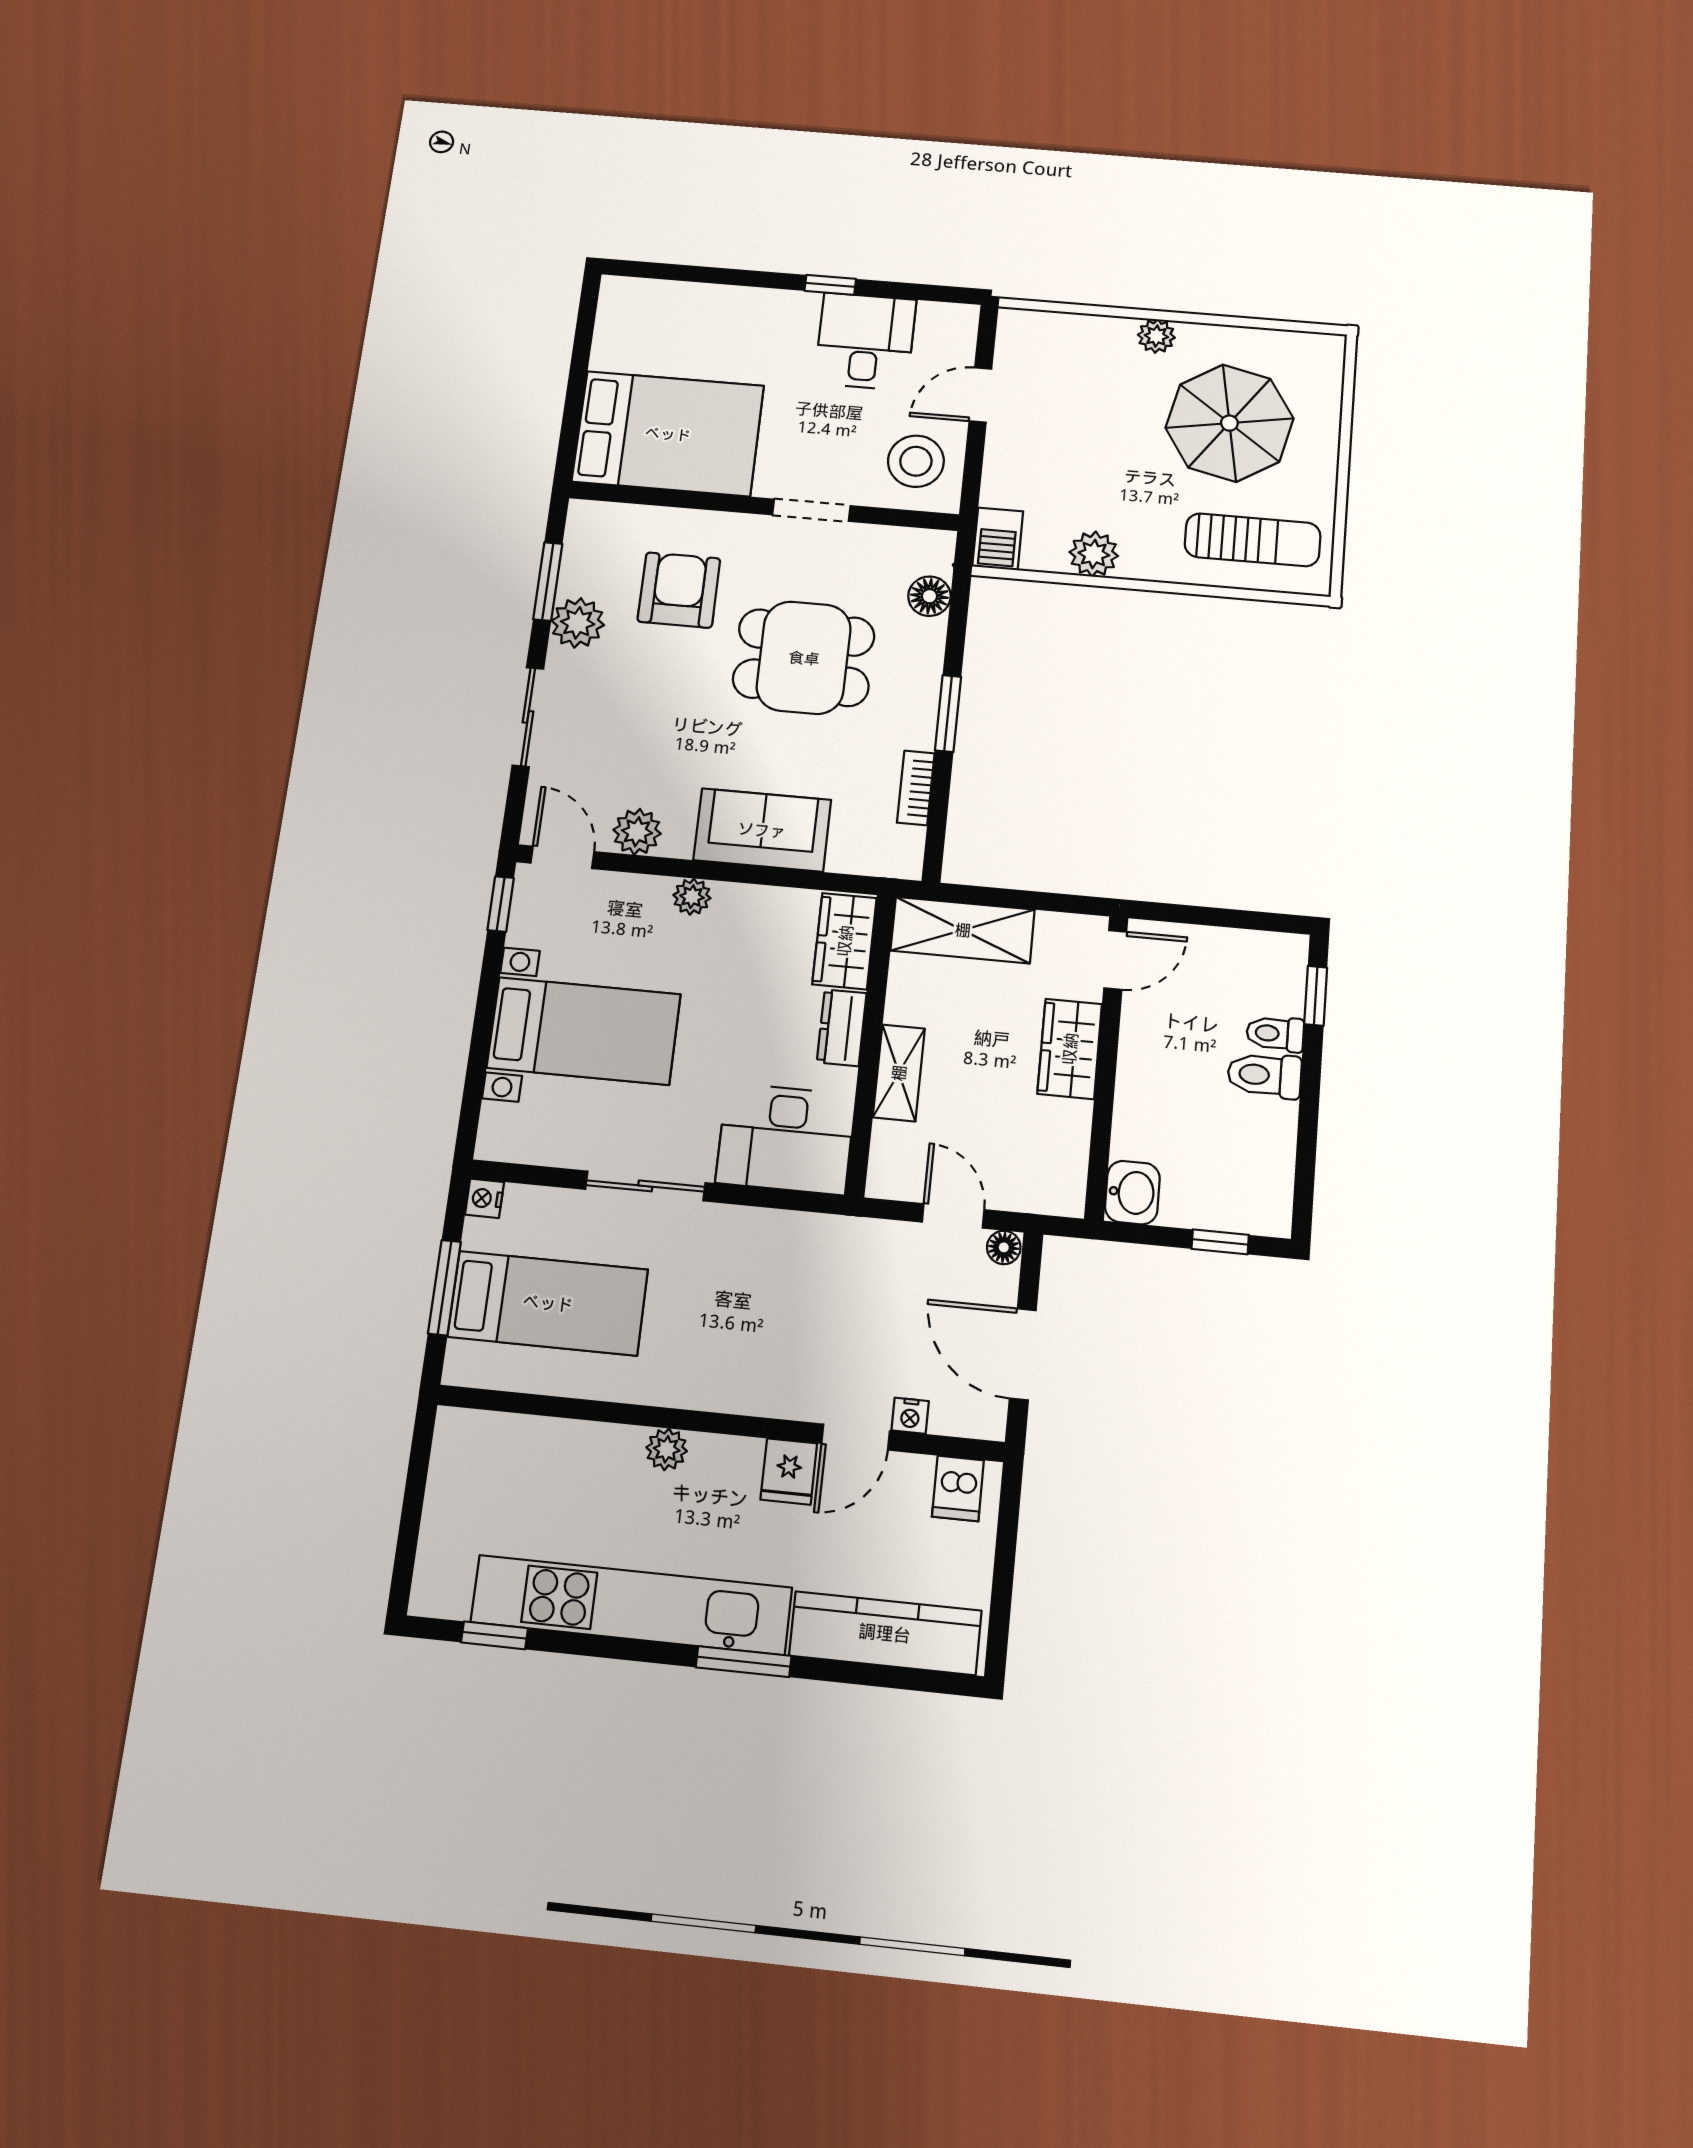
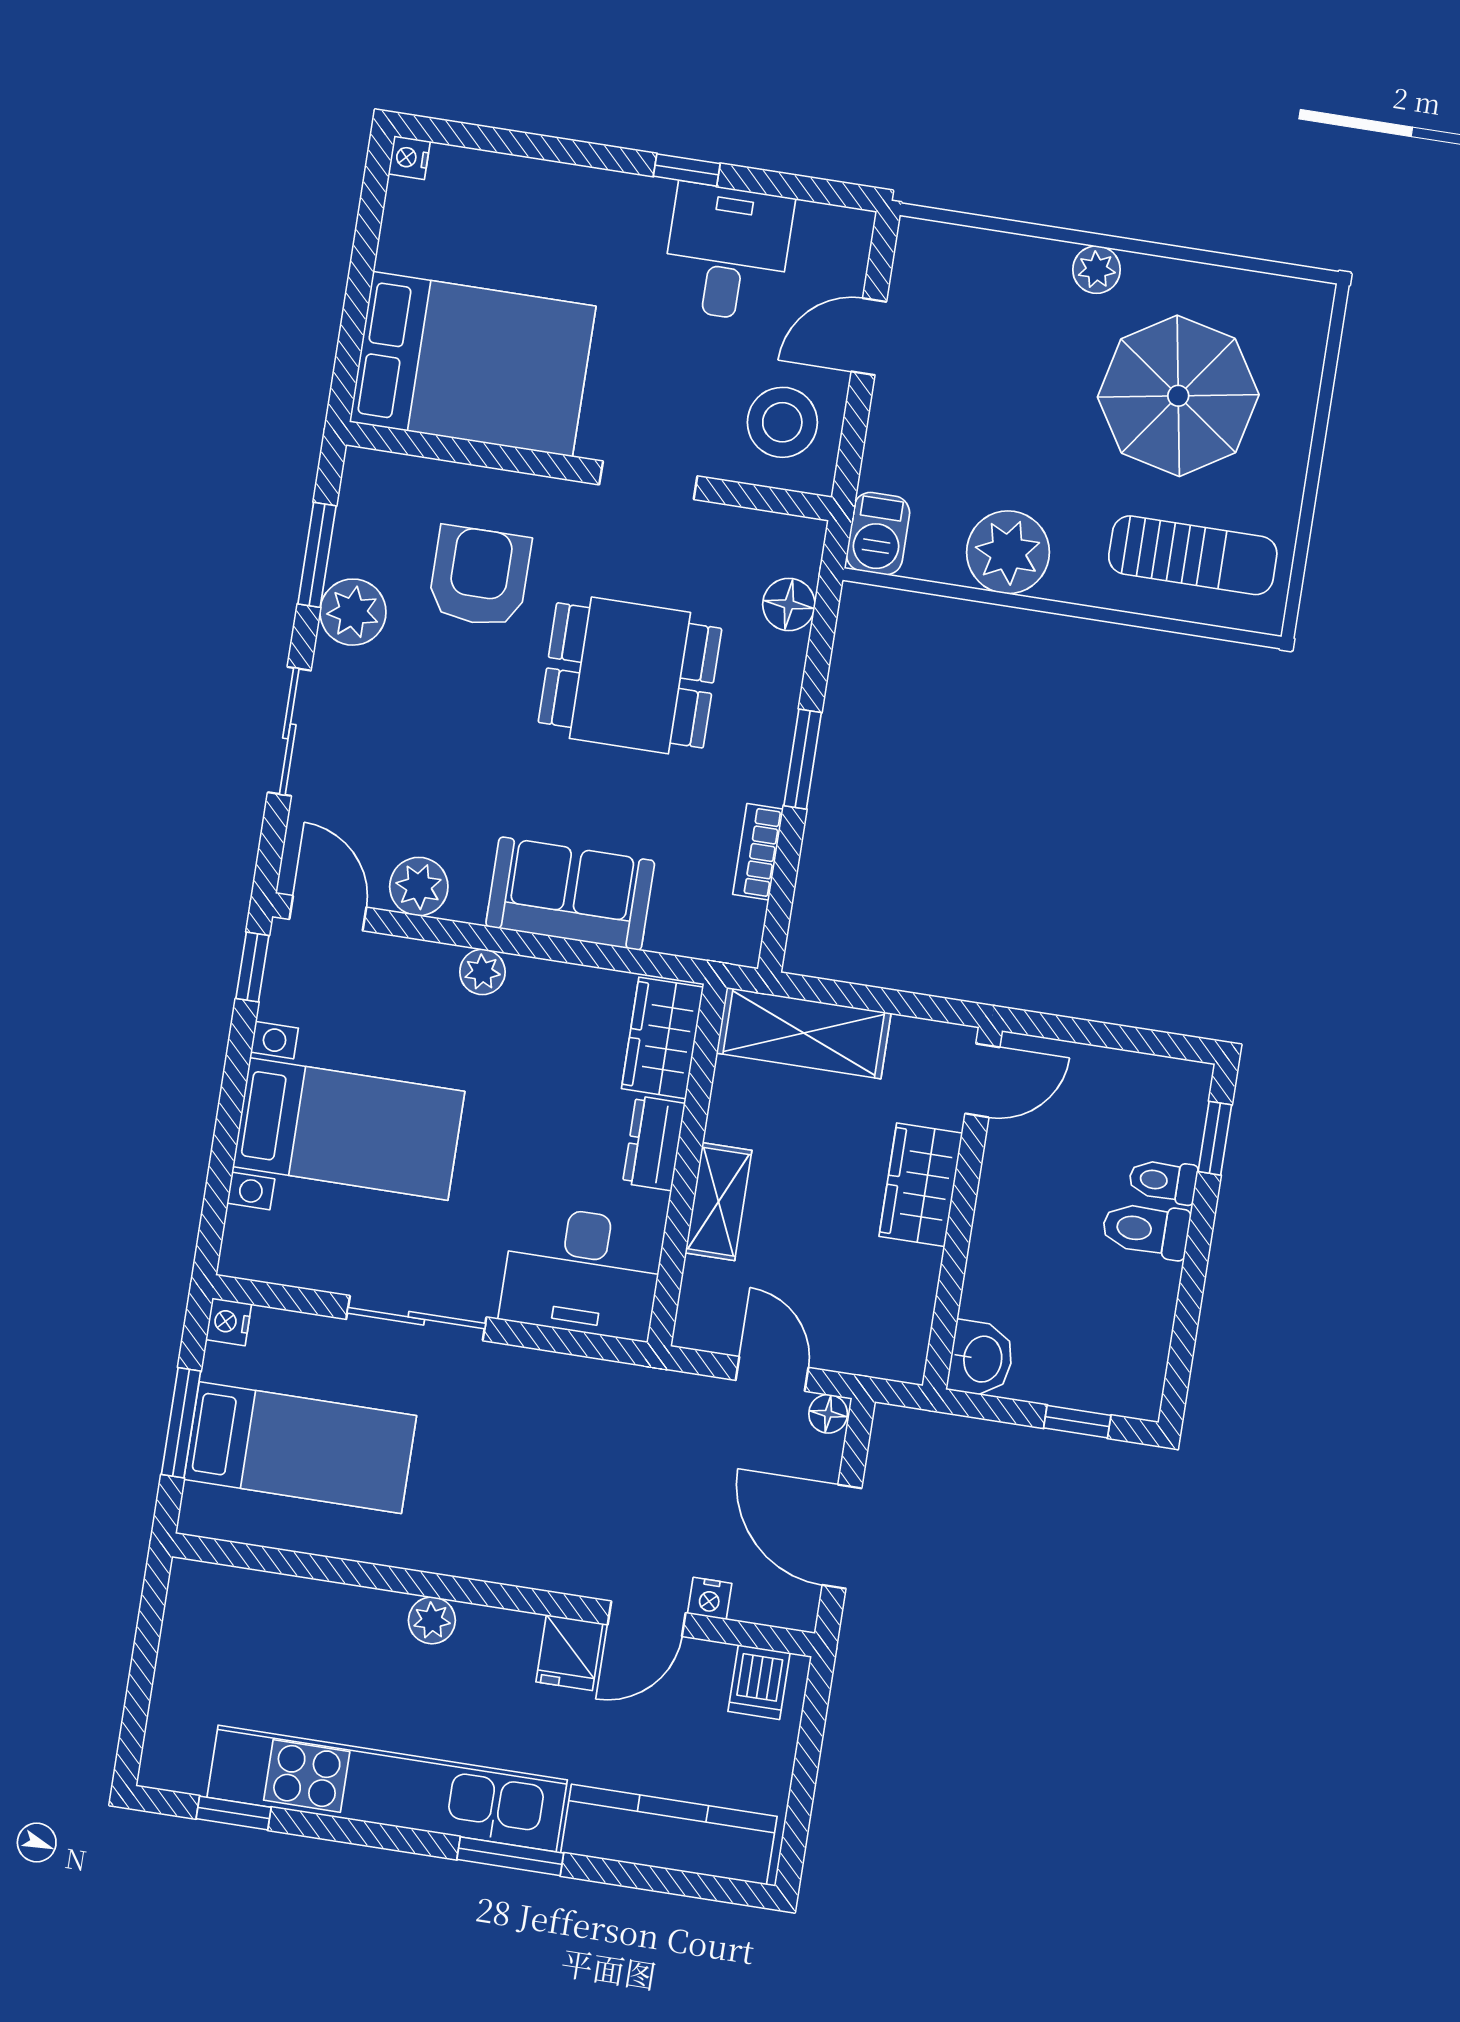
nightstand: (614, 289) -> (409, 158), added
plant: (1094, 554) -> (1008, 552), width x1.36, depth x1.36

